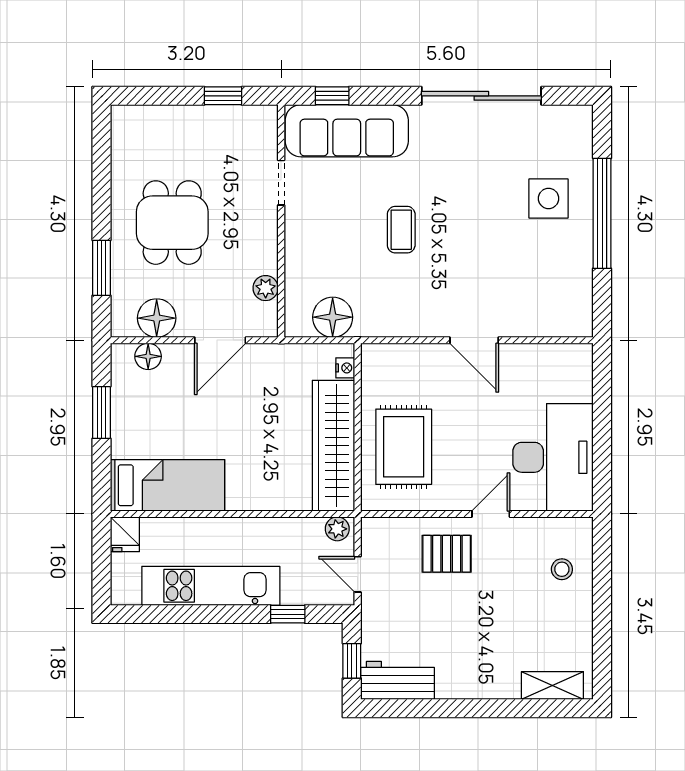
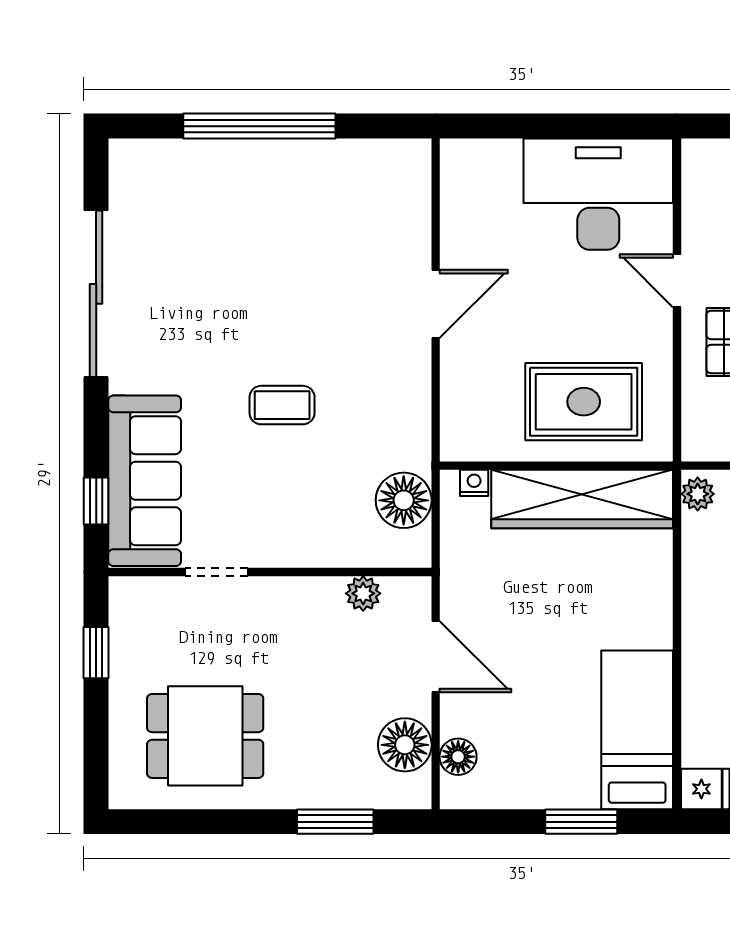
side table: (549, 198) -> (239, 200), removed
dining table: (172, 223) -> (205, 736), moved
window: (101, 413) -> (581, 822), moved

